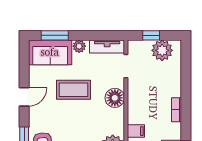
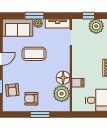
window: (55, 35) -> (34, 16), moved
floor lamp: (115, 98) -> (63, 78), moved

